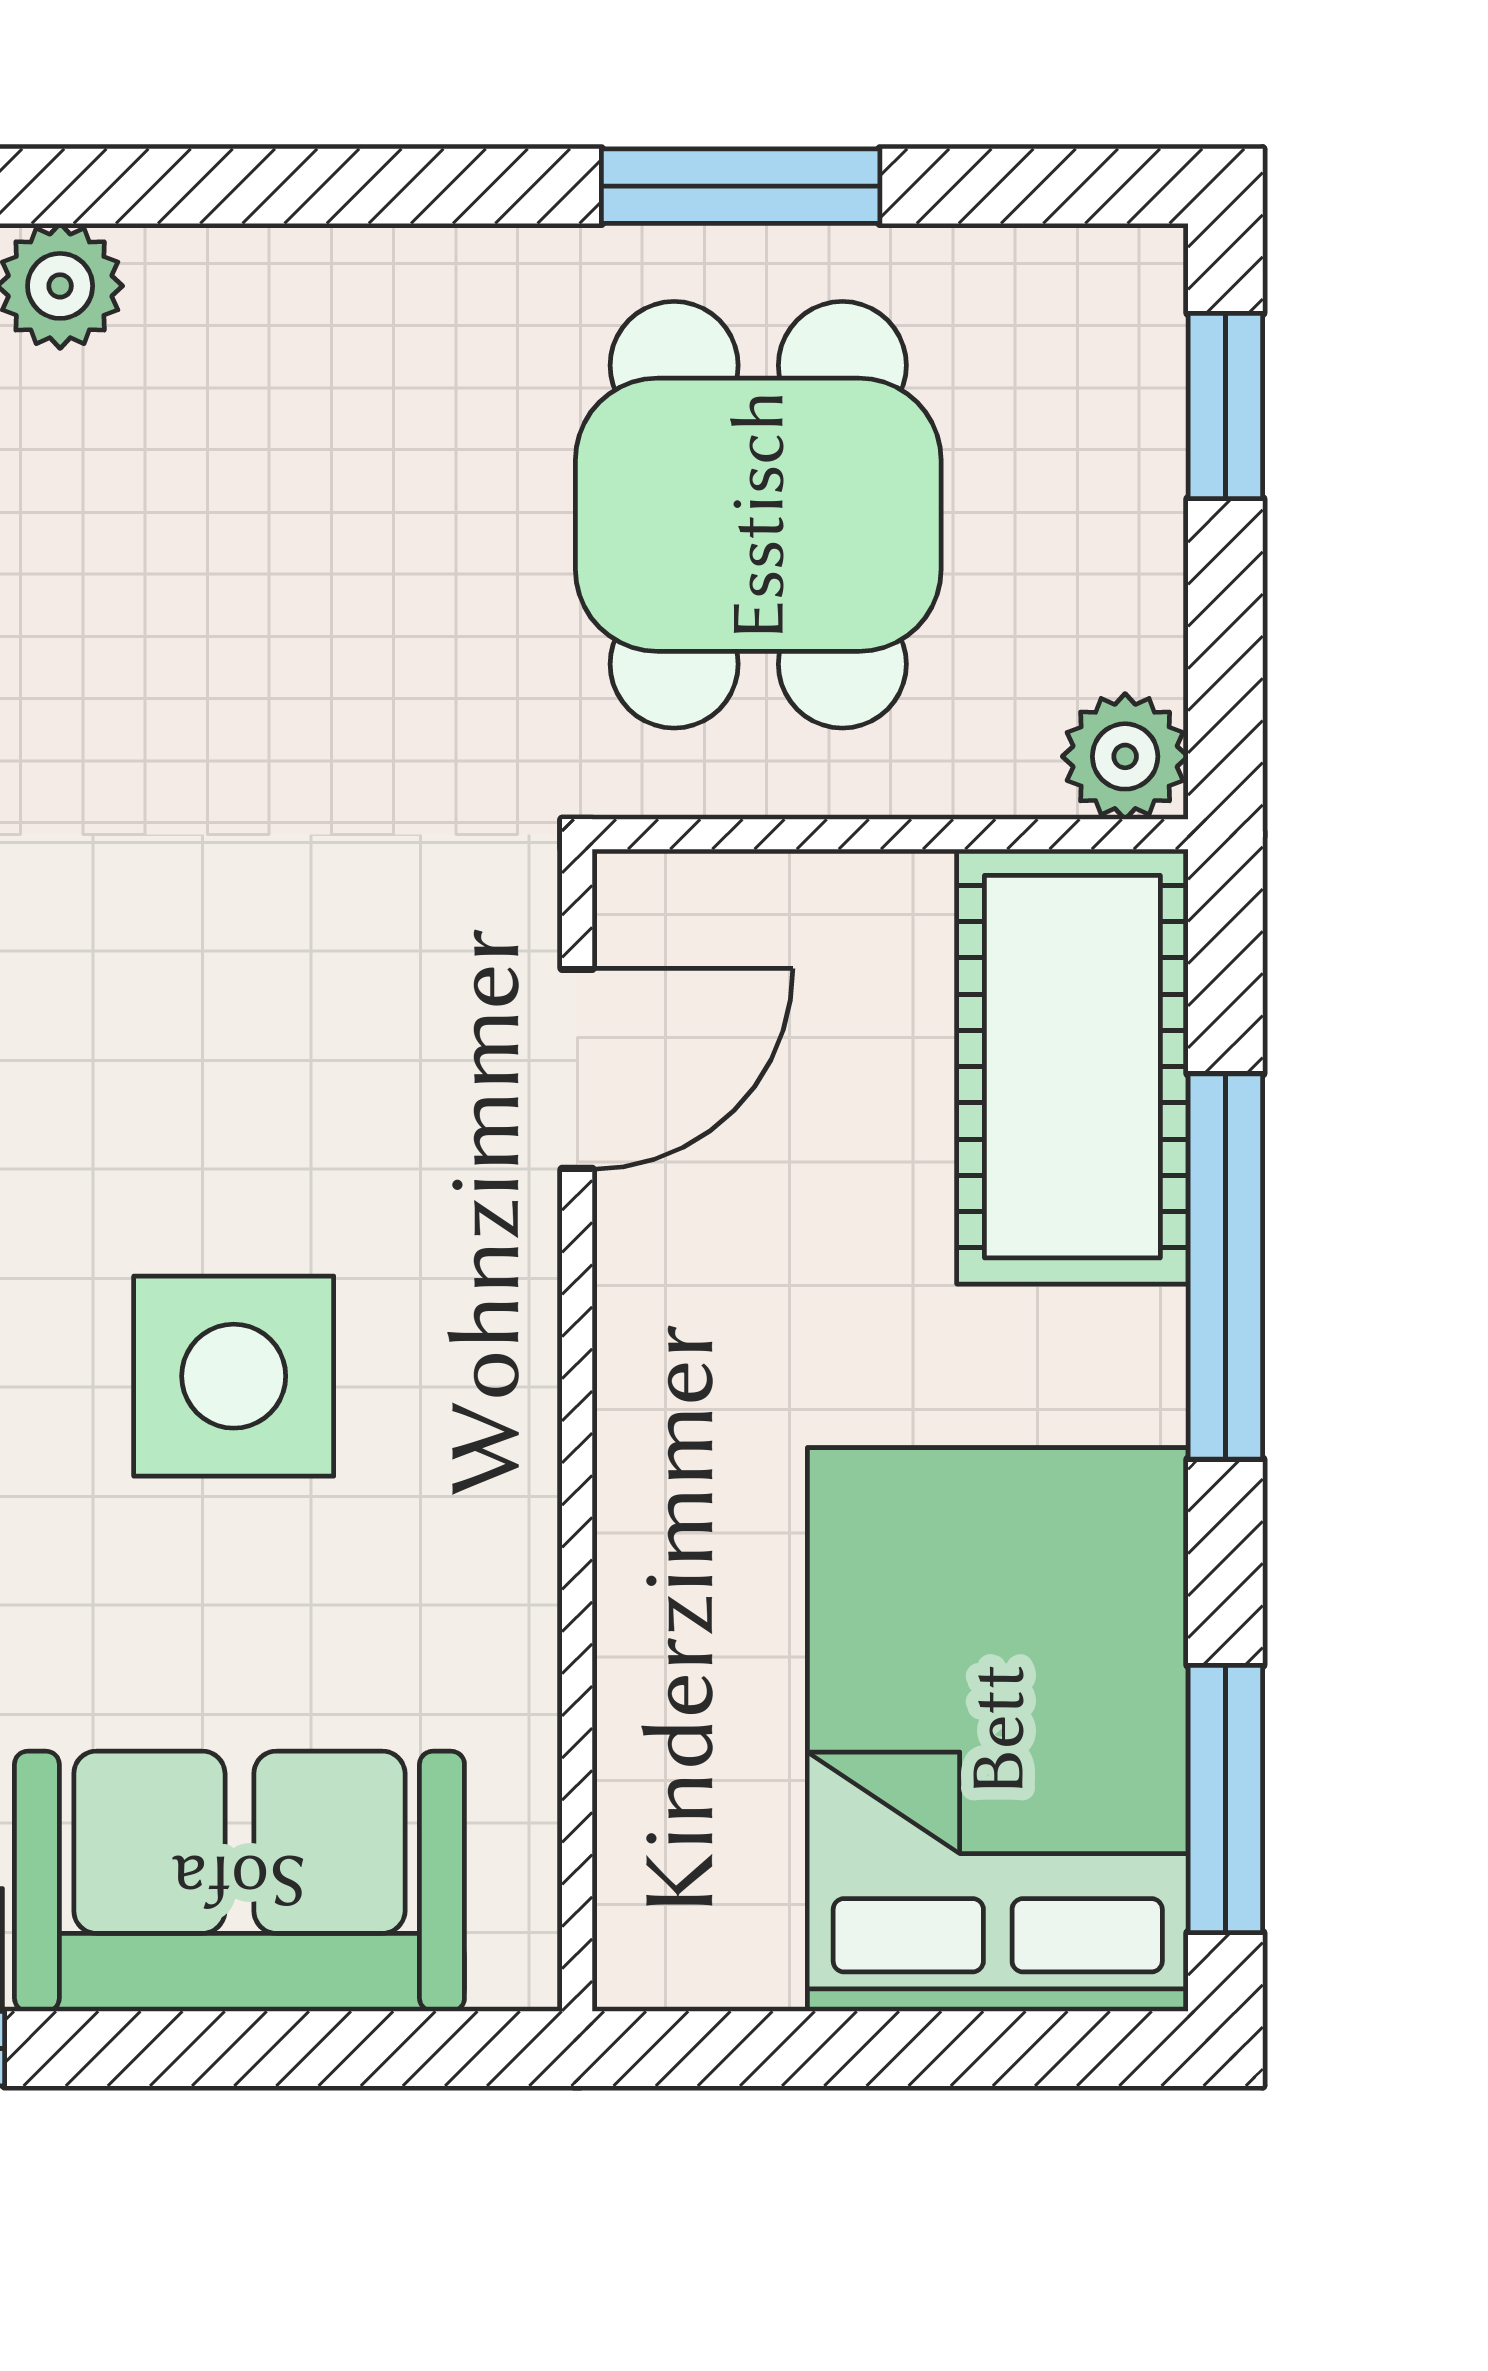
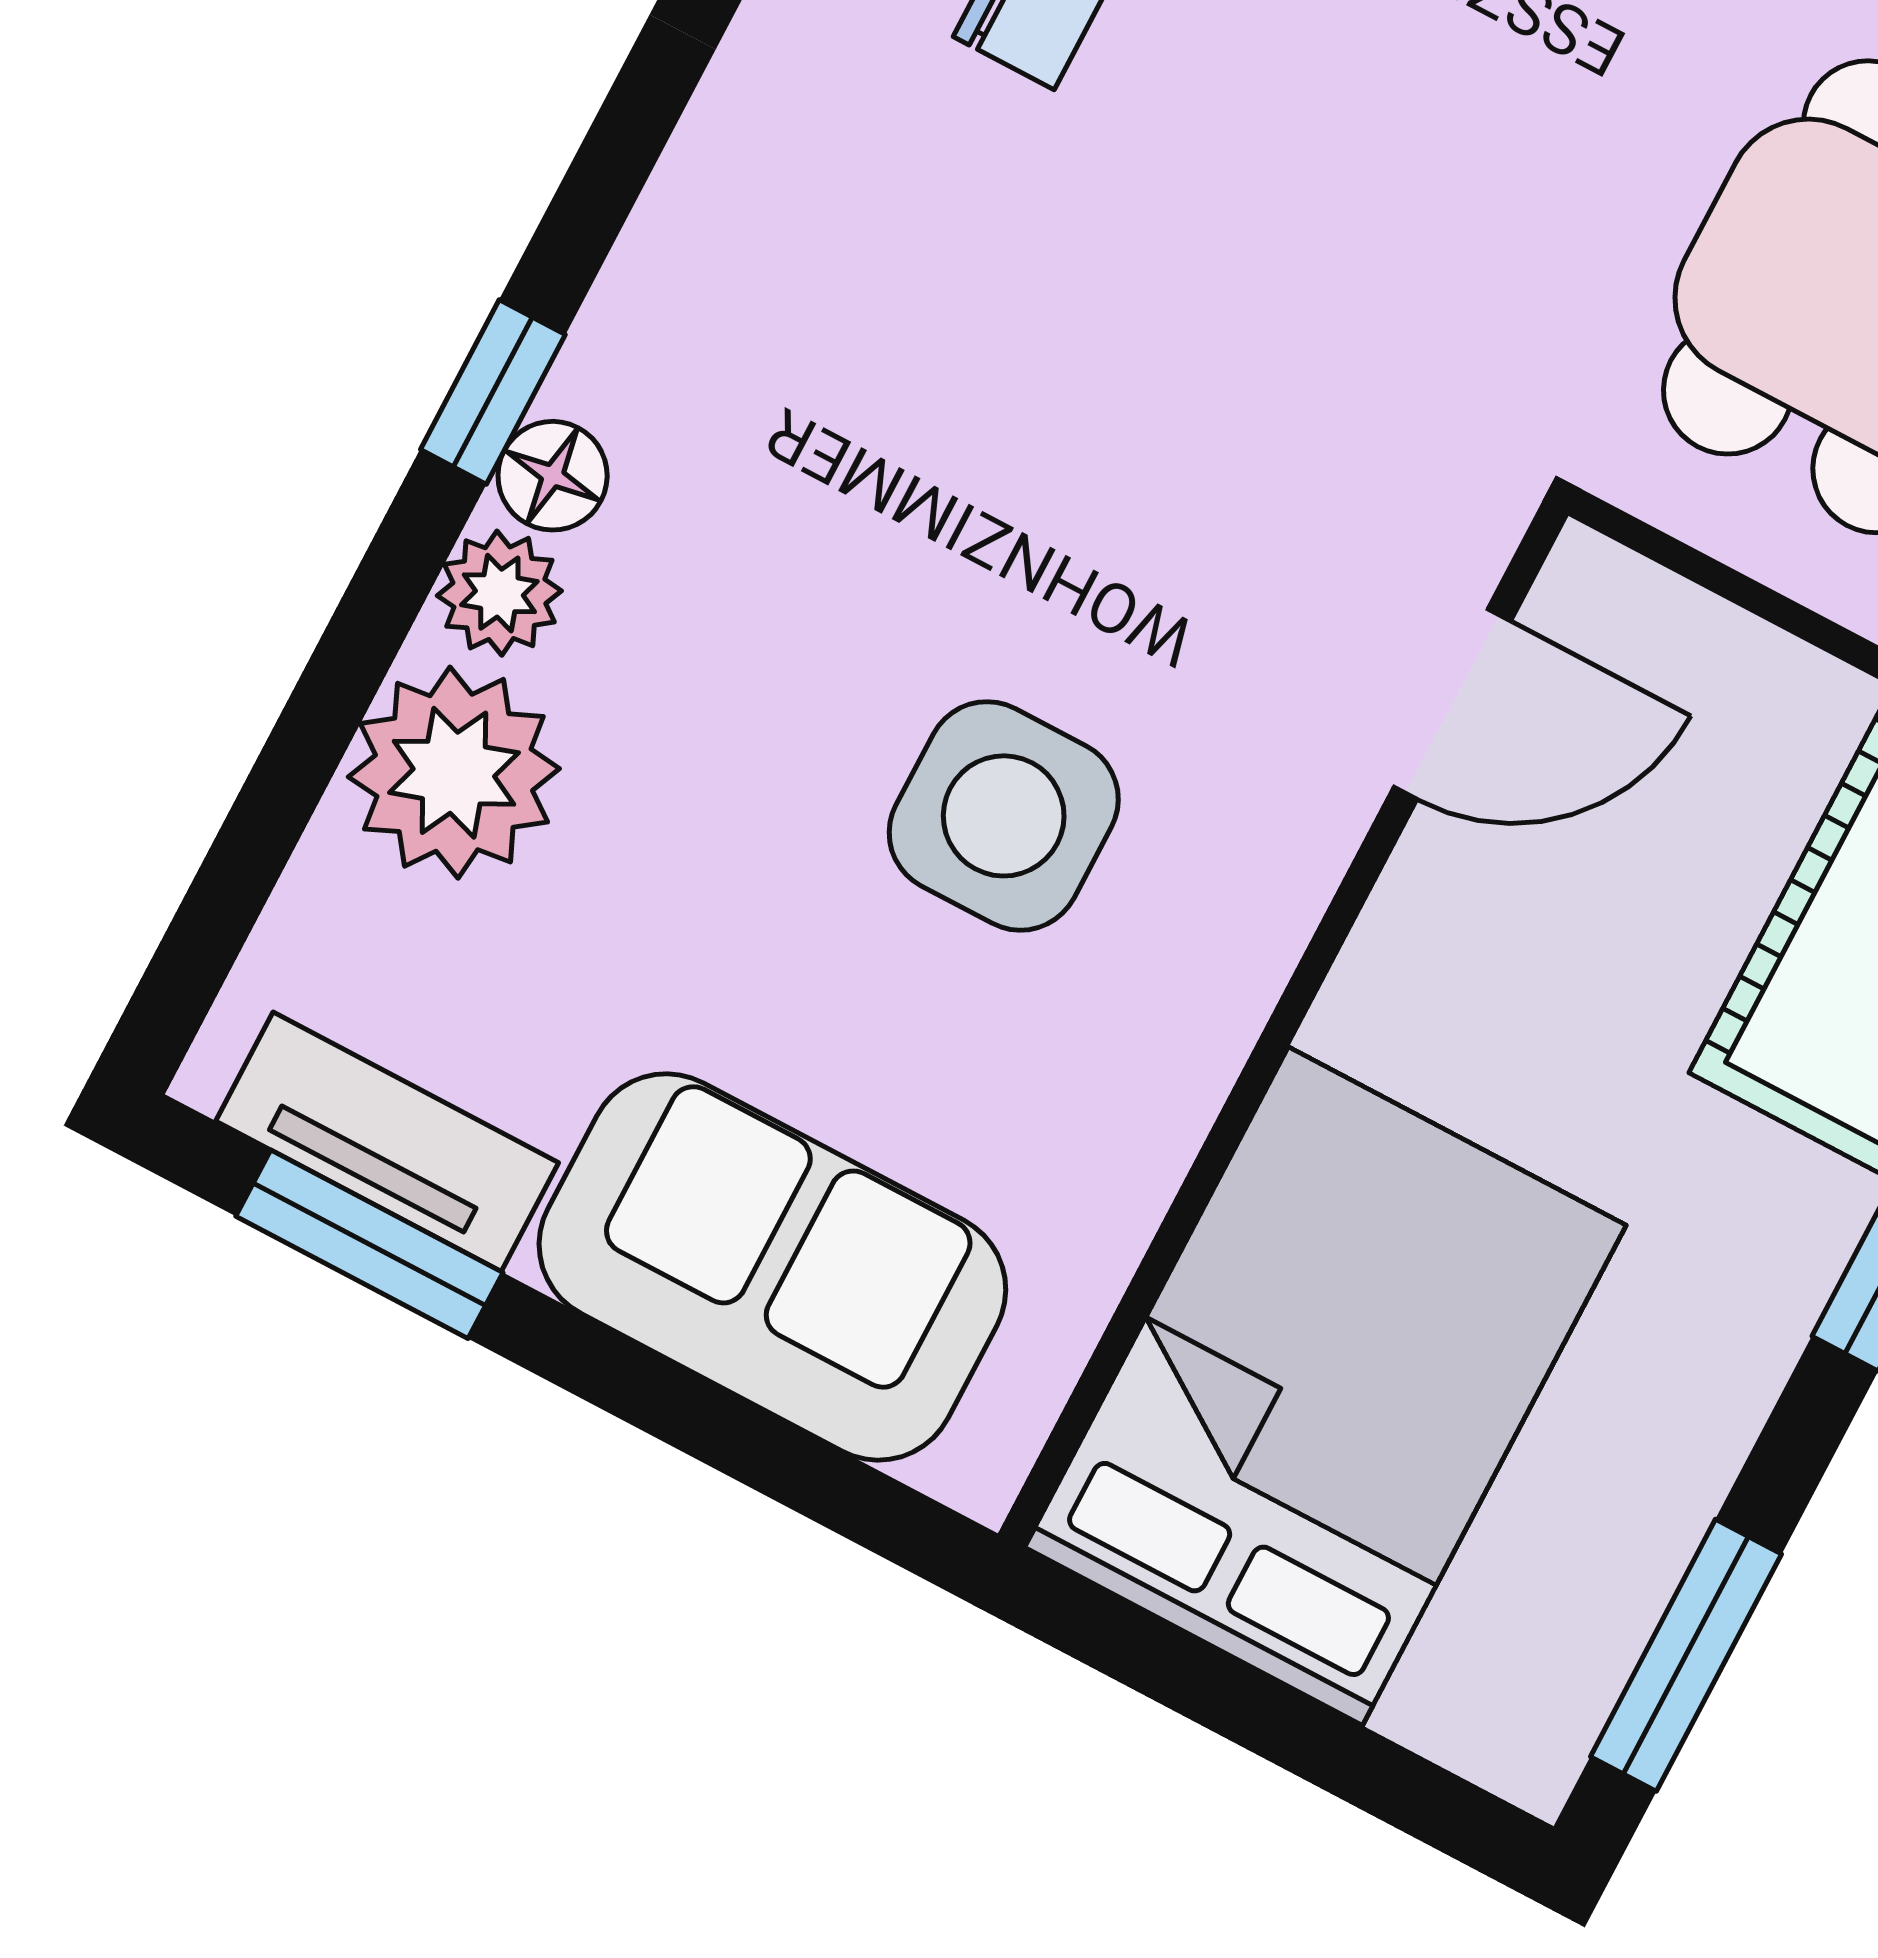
bed: (998, 1729) -> (1325, 1386), moved

